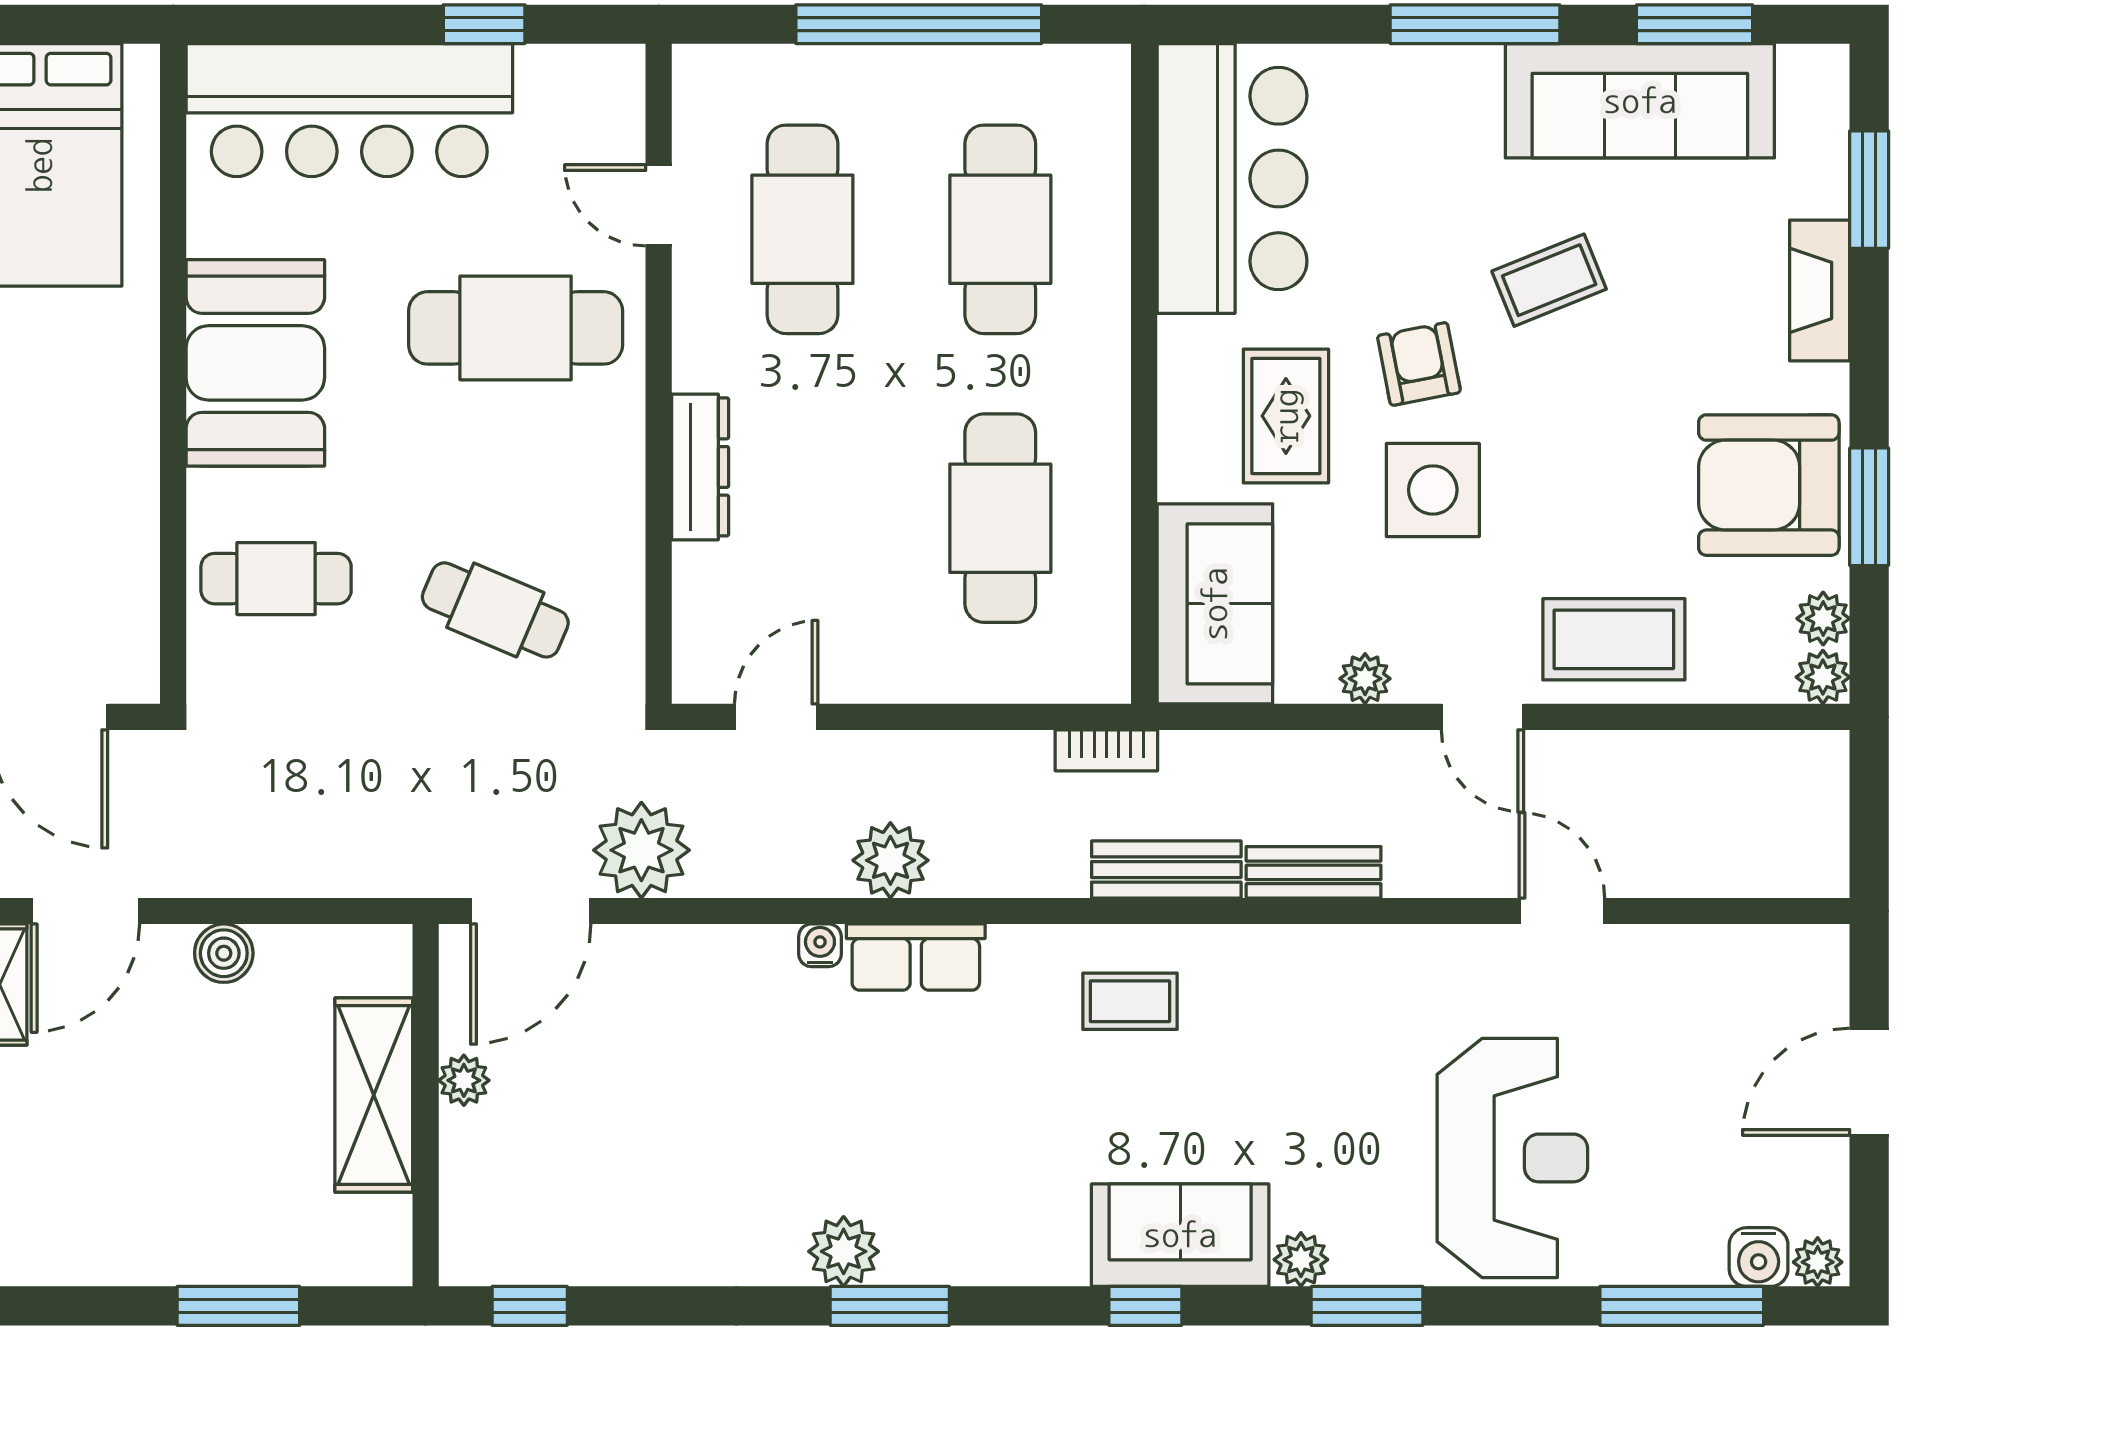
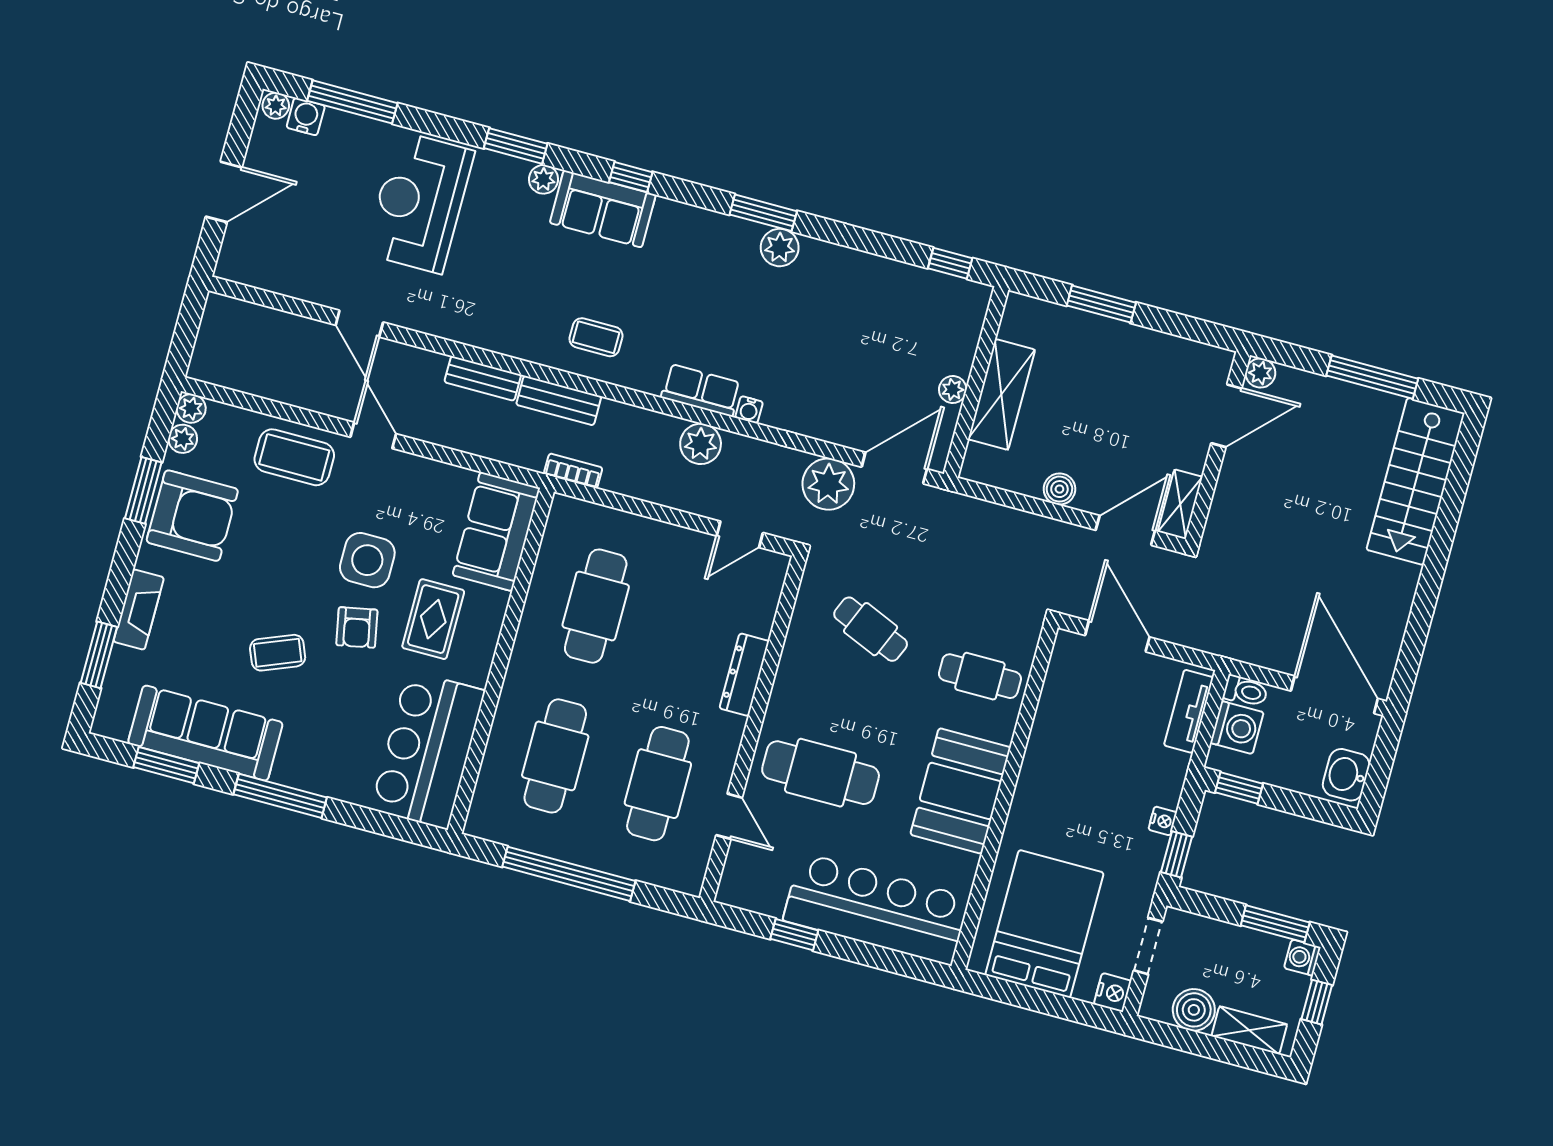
plant: (1365, 679) -> (429, 472), removed

